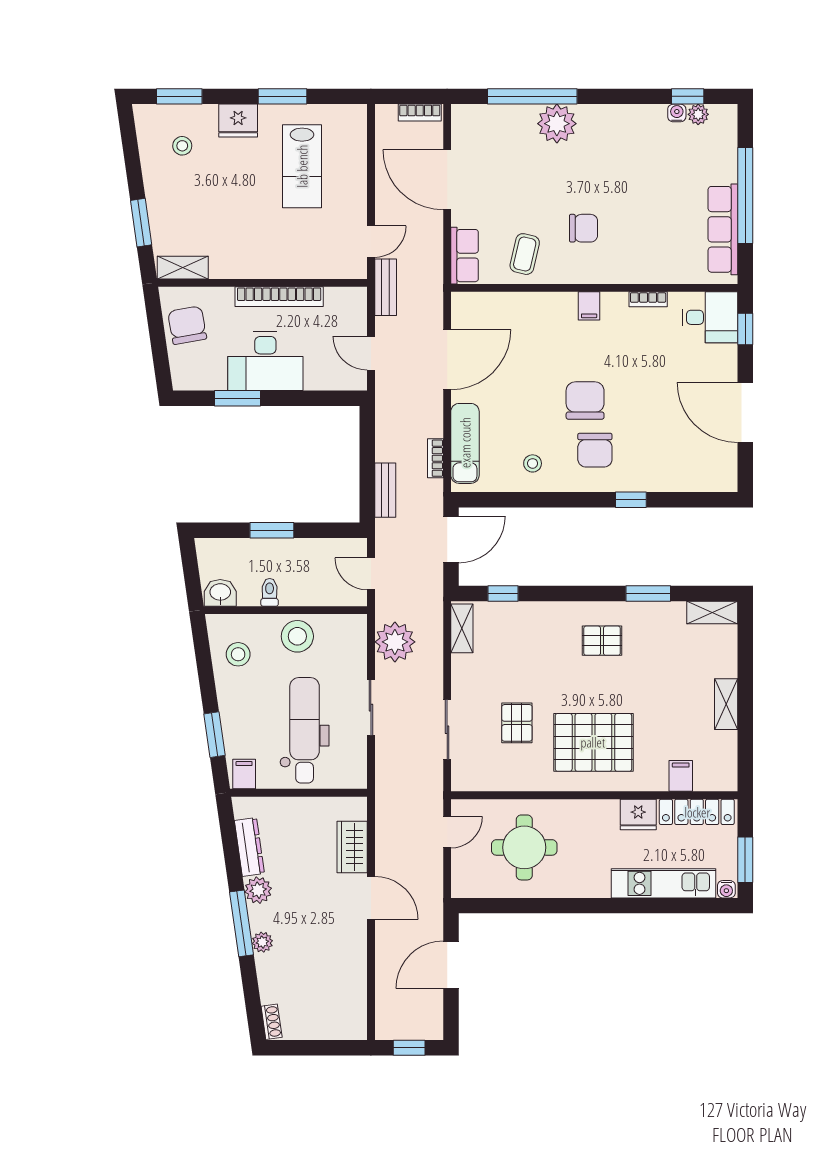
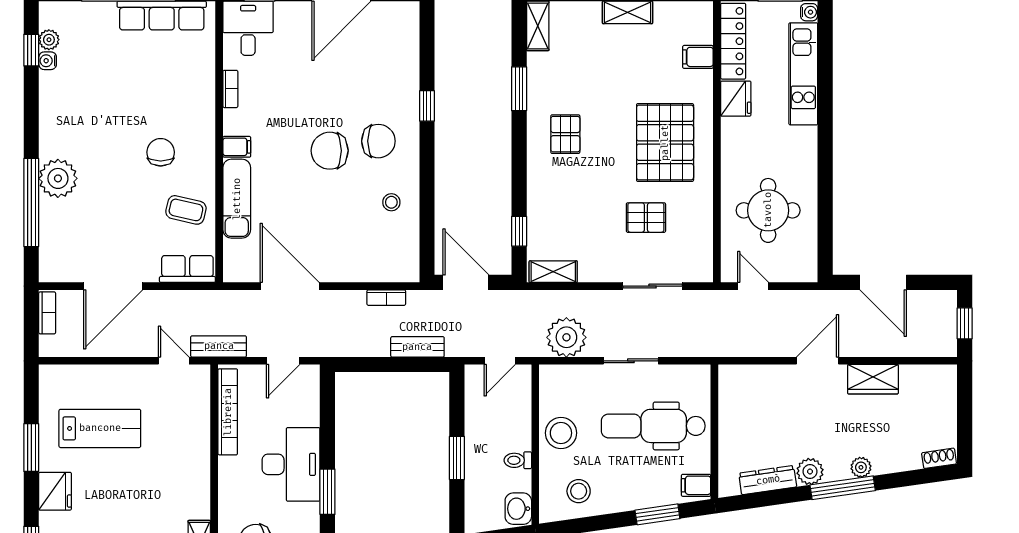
bookcase: (279, 297) -> (228, 412), moved
exam couch: (465, 443) -> (237, 199), moved, turned 90
wardrobe: (352, 847) -> (873, 379), moved

